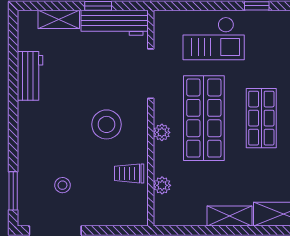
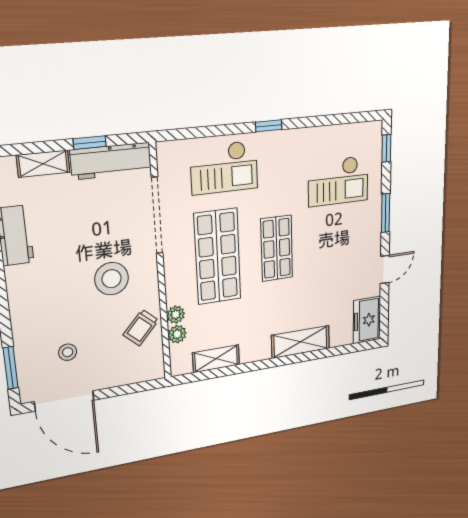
doorway: (151, 74) -> (157, 215), width x1.36
plant: (162, 132) -> (176, 315), moved
trolley: (129, 173) -> (141, 328), turned -48
shelving: (230, 216) -> (216, 359), moved

